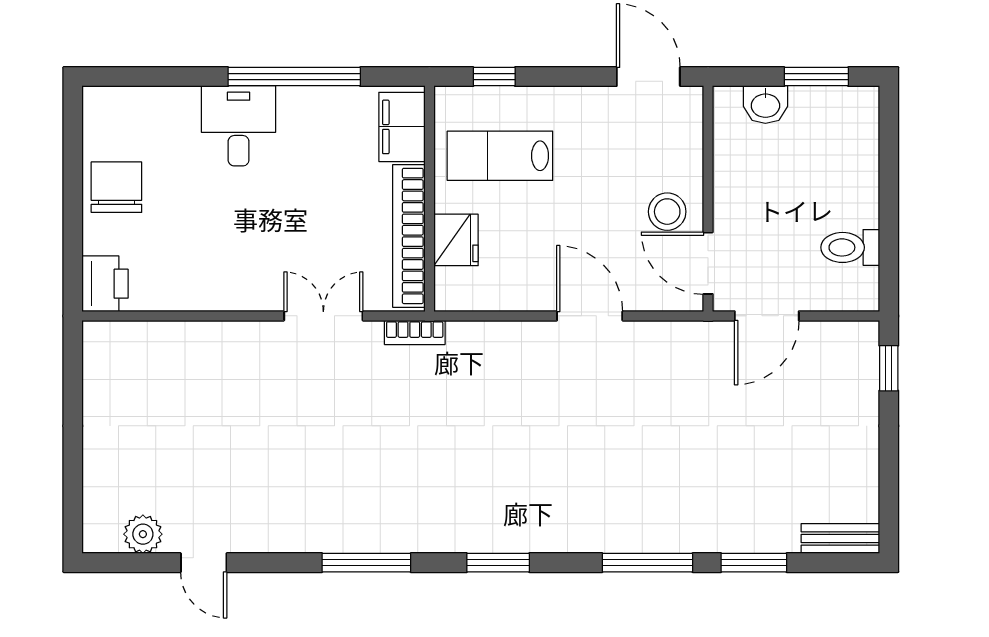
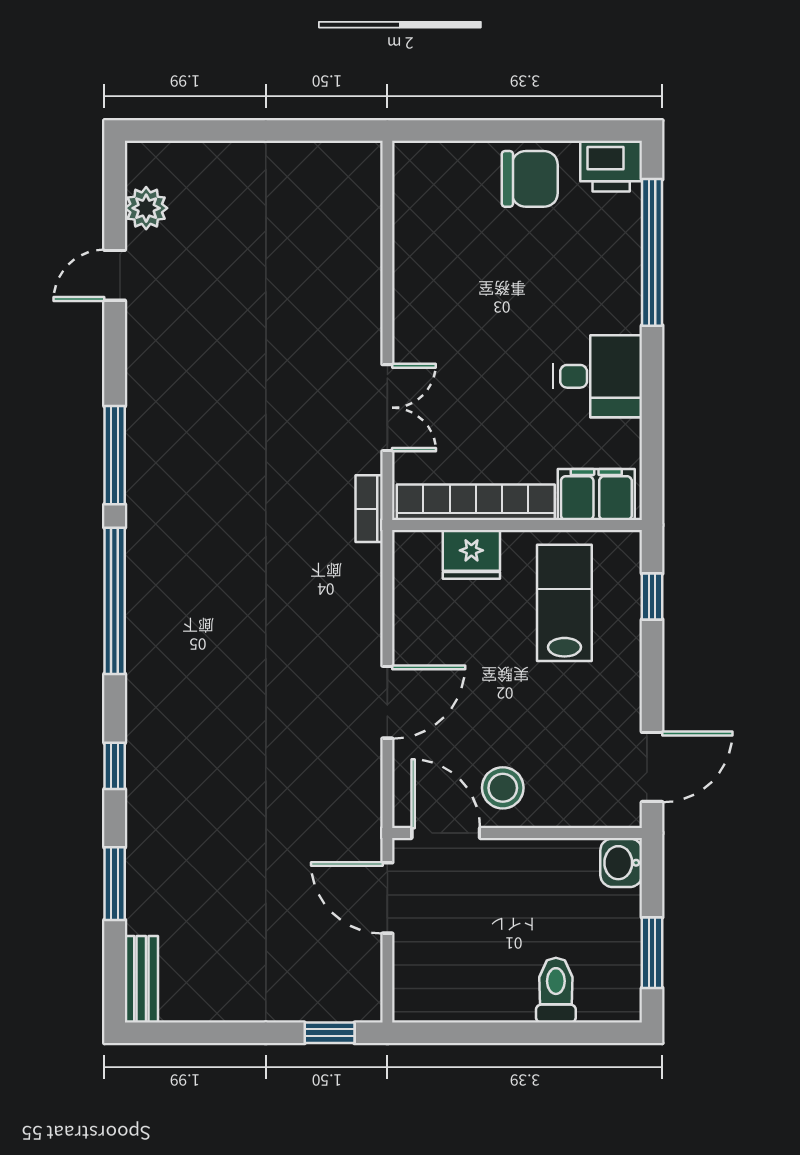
window: (294, 77) -> (652, 252), moved
washbasin: (765, 105) -> (621, 863), moved
desk: (239, 126) -> (598, 376), moved
toilet: (850, 247) -> (556, 990), moved
door: (708, 263) -> (446, 833), hinge flipped
printer: (105, 284) -> (611, 166), moved
window: (498, 563) -> (115, 601), width x2.11
window: (647, 563) -> (115, 766), width x0.46

